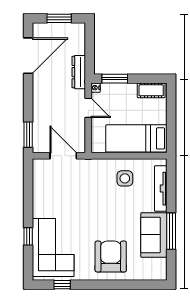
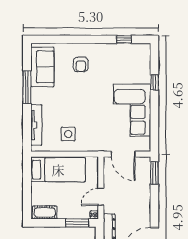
door: (88, 108) -> (101, 197), hinge flipped
sofa: (154, 235) -> (42, 67), moved
corner sofa: (53, 247) -> (132, 110), moved
armchair: (111, 257) -> (81, 64), width x0.53, depth x0.53

